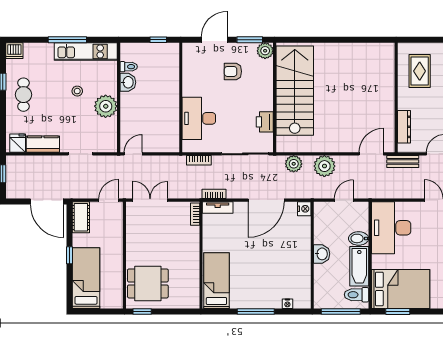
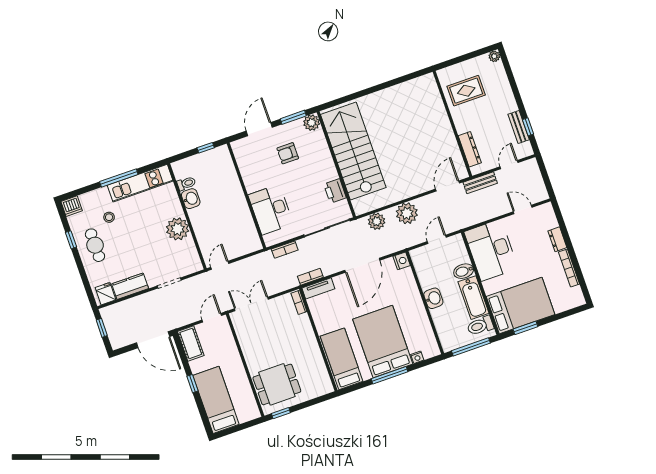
rug: (420, 71) -> (466, 91), turned 90
stool: (77, 91) -> (109, 217), moved
bed: (260, 278) -> (383, 342), added

